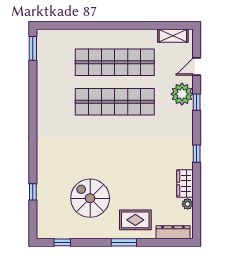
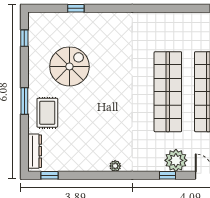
window: (197, 154) -> (49, 175), moved
wardrobe: (185, 183) -> (84, 163), removed
plant: (188, 204) -> (115, 166), moved

